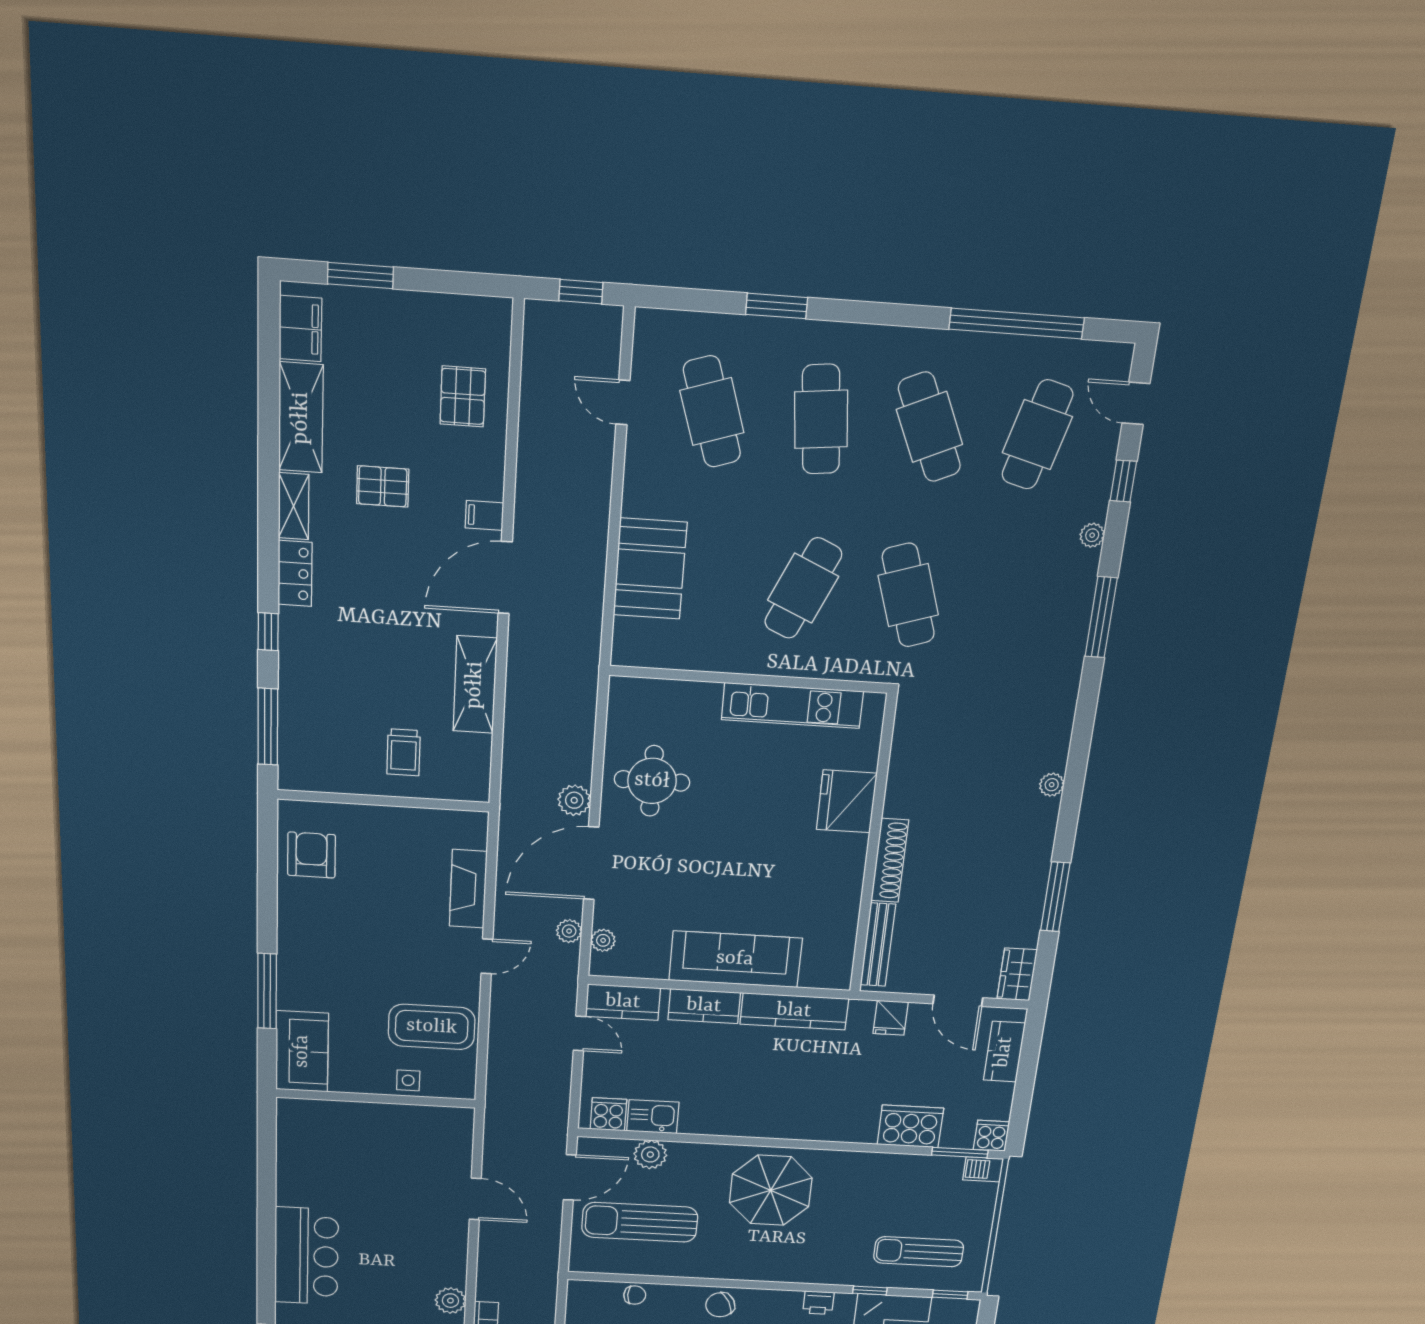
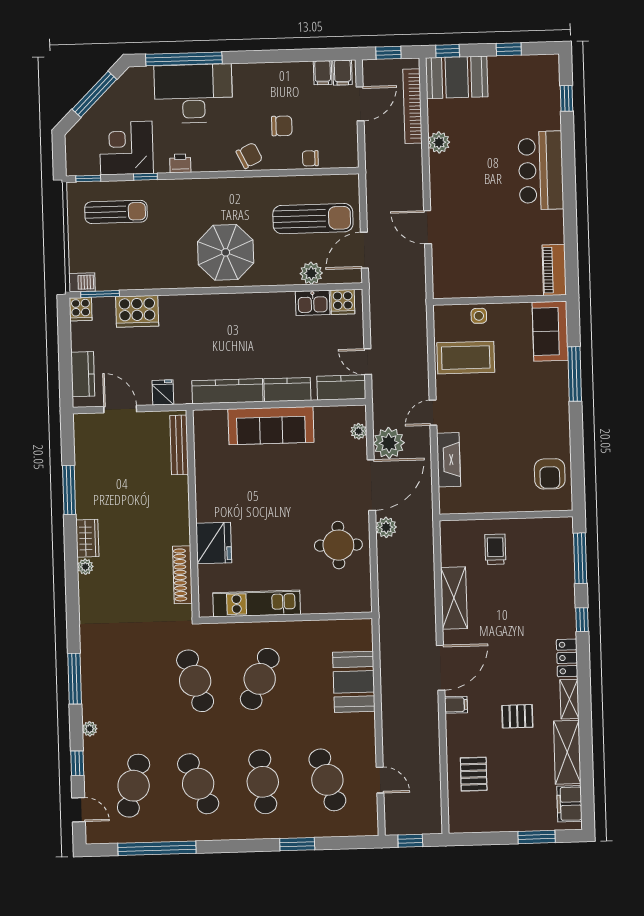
shoe rack: (890, 860) -> (182, 575), moved
plant: (569, 931) -> (389, 443), width x1.87, depth x1.87
wardrobe: (1017, 974) -> (87, 538), moved
piano: (293, 1131) -> (554, 270), added

